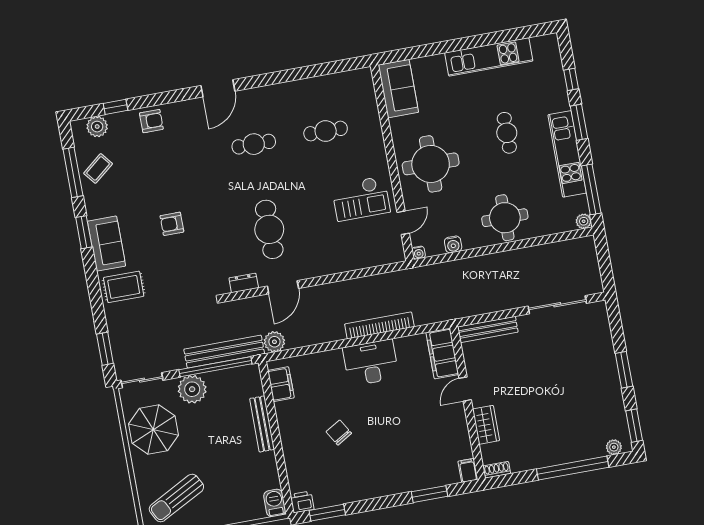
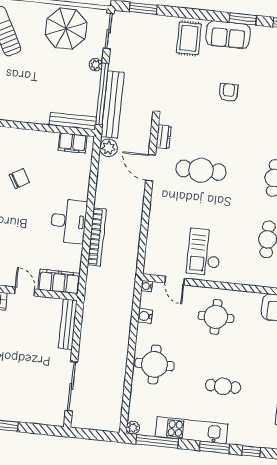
round table: (431, 164) -> (216, 317), width x0.73, depth x0.73
plant: (192, 389) -> (96, 65), width x0.53, depth x0.53
bench: (262, 424) -> (73, 121), moved

